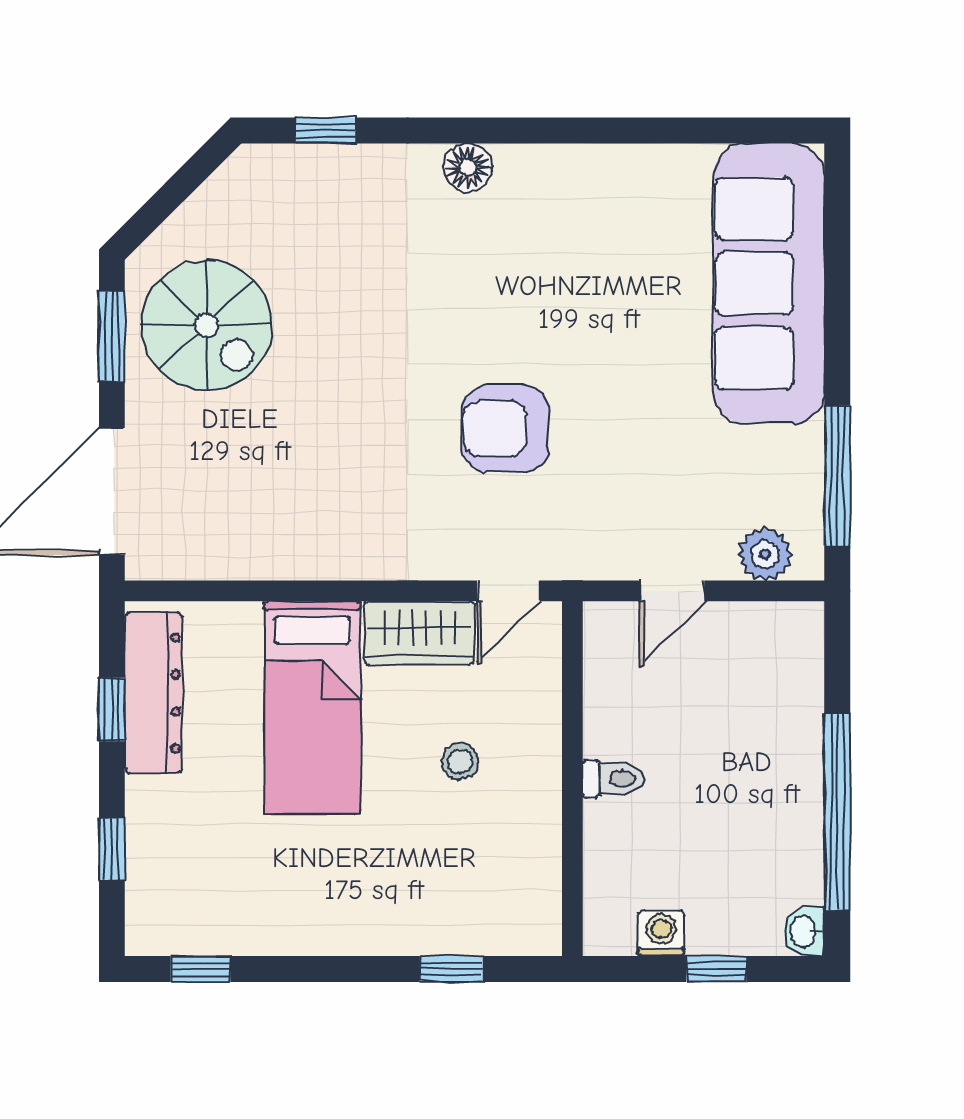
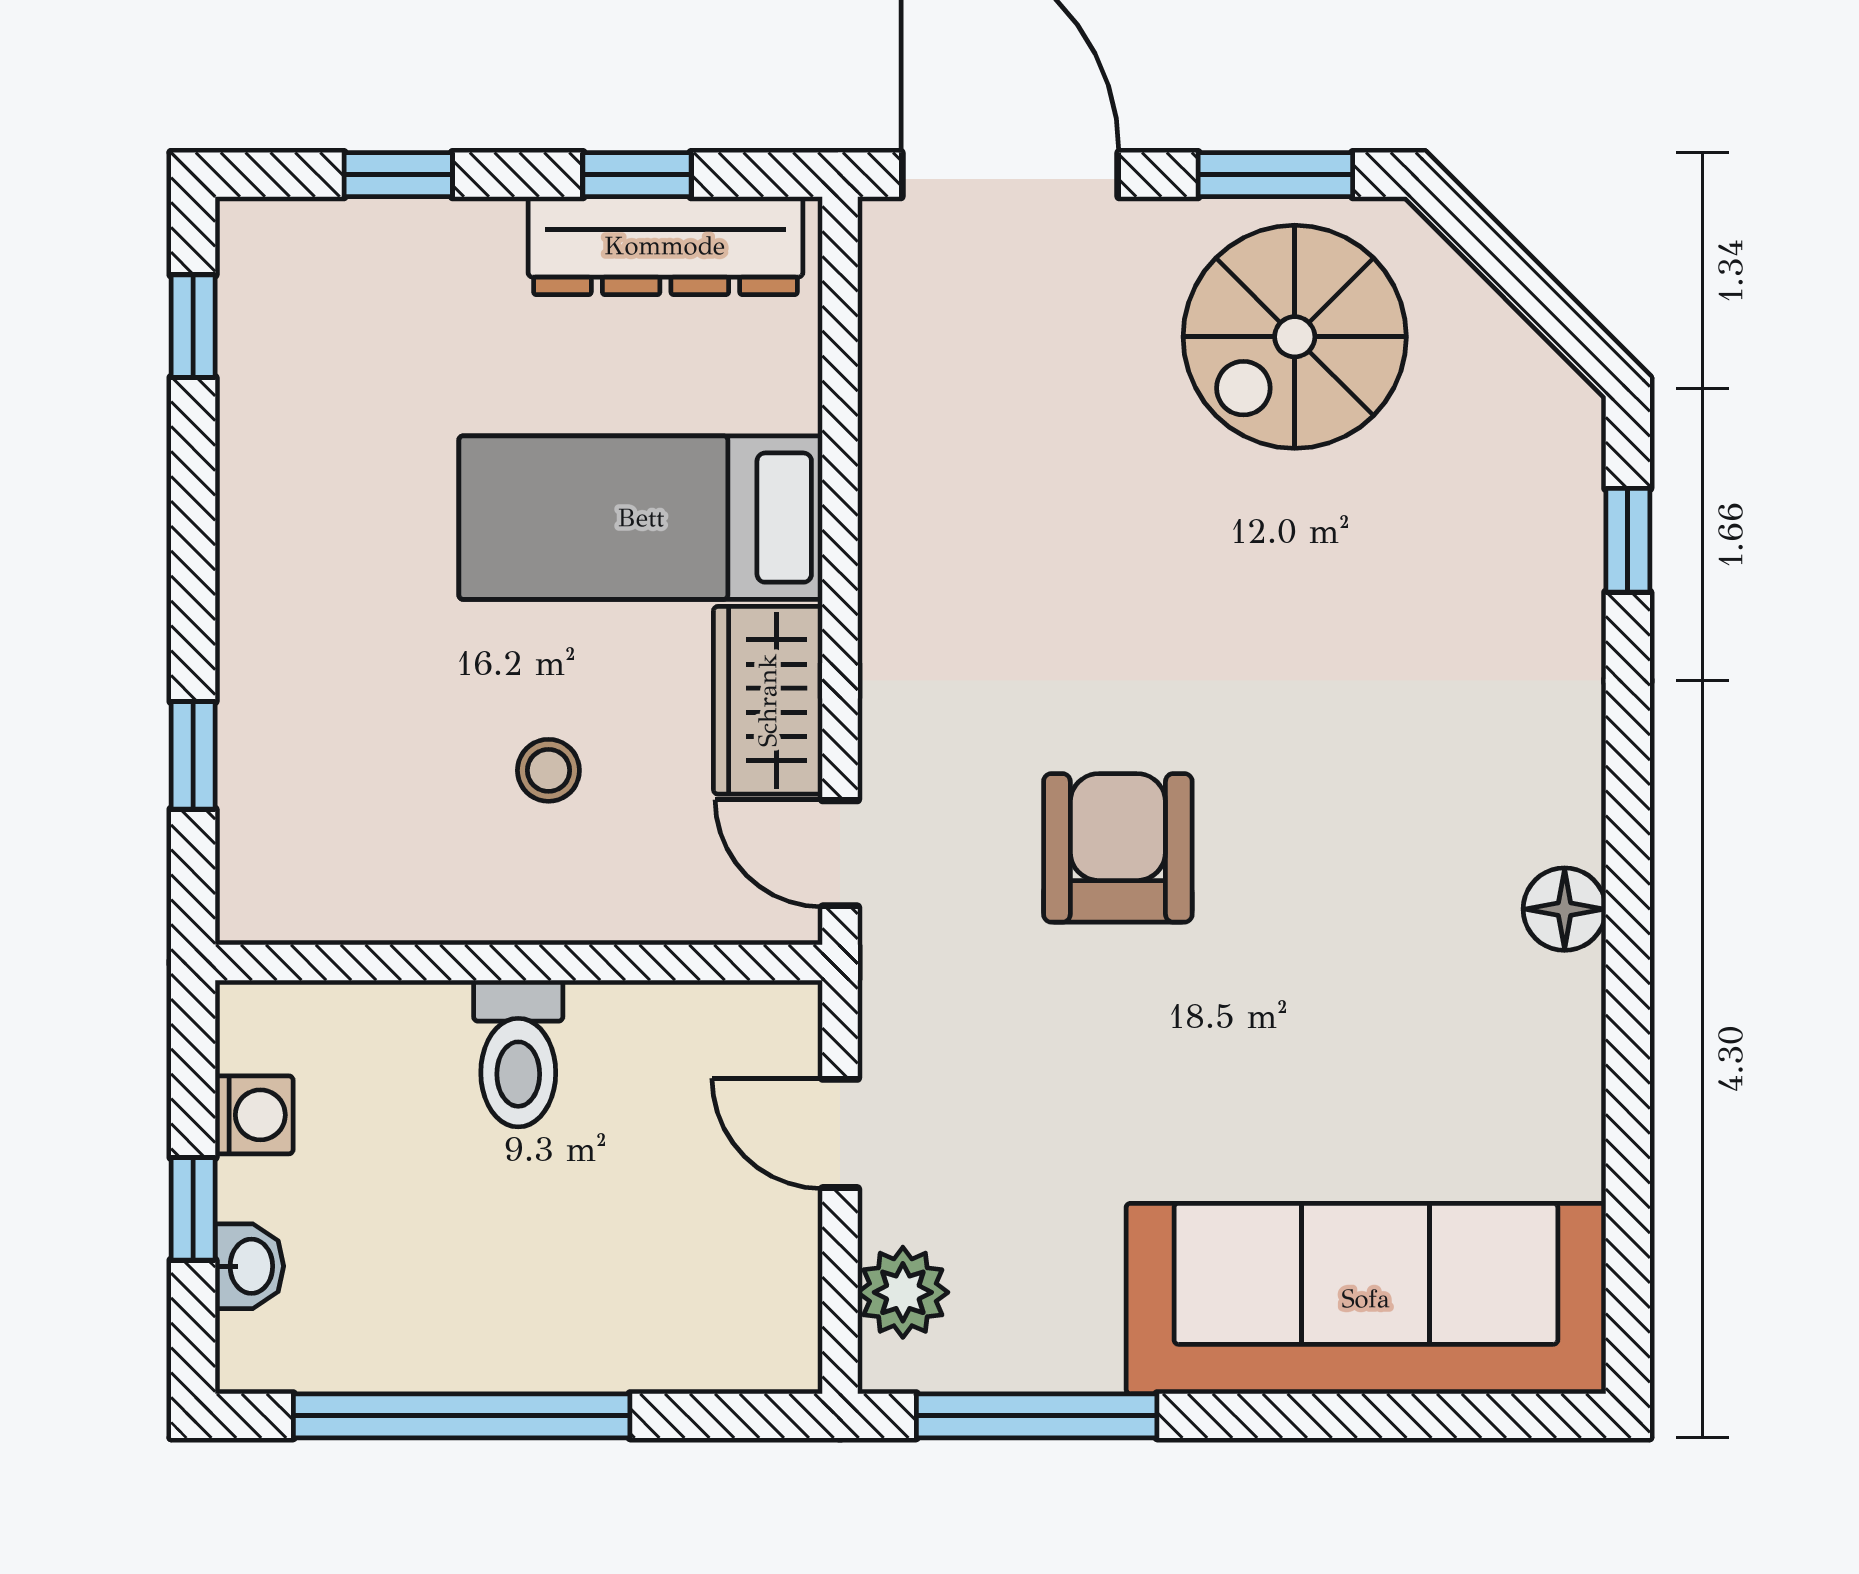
floor lamp: (468, 167) -> (1565, 909), moved
toilet: (614, 779) -> (518, 1054), width x1.37, depth x1.39
washbasin: (804, 931) -> (249, 1266), moved, turned 90

